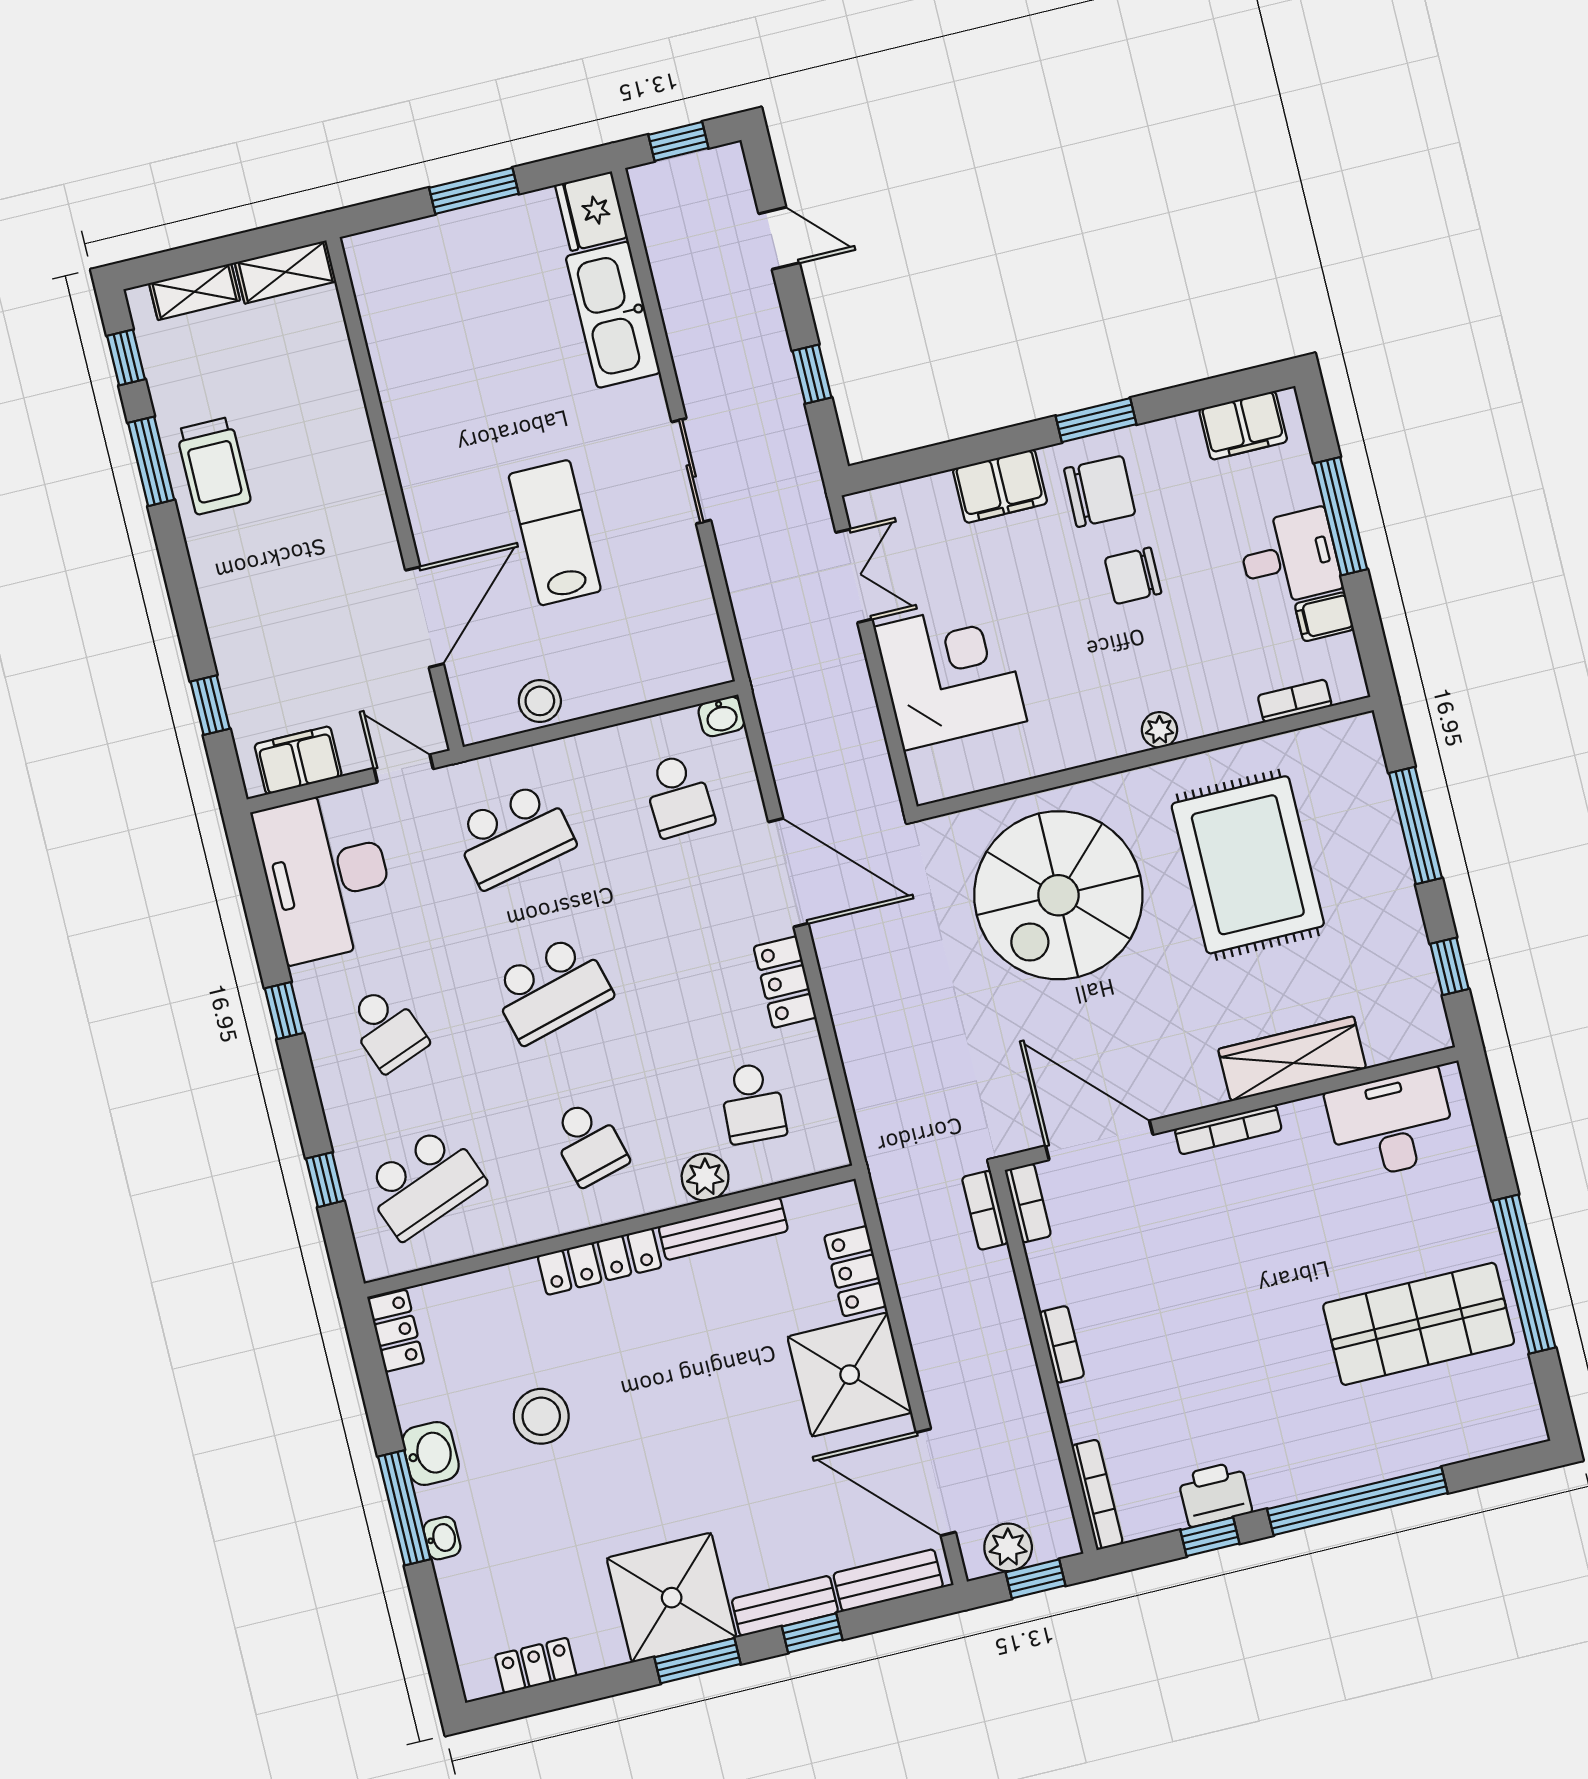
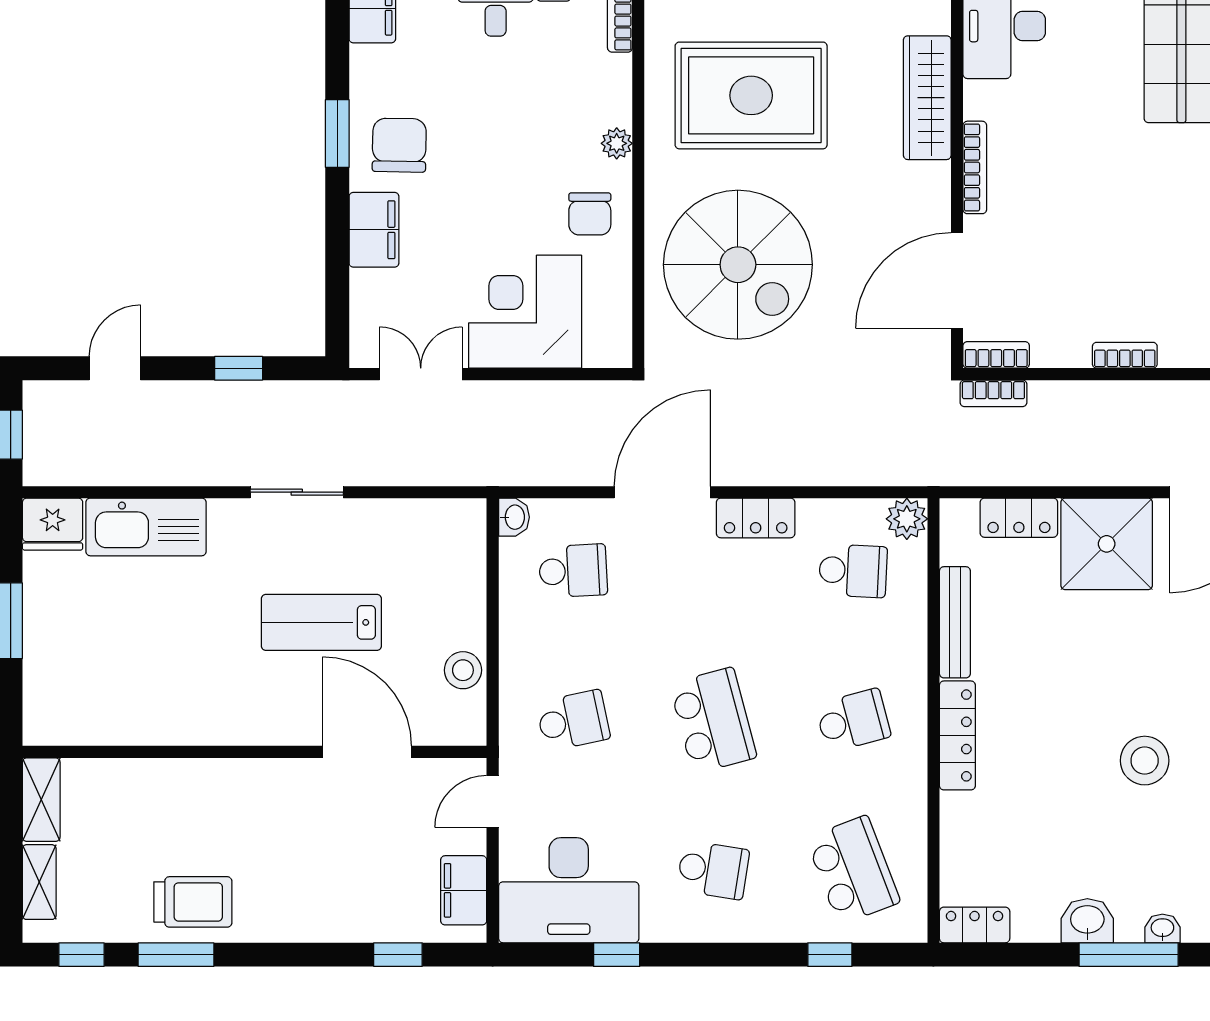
chair: (1133, 576) -> (590, 214), moved
school desk: (514, 835) -> (573, 720), width x0.54
window: (284, 1011) -> (617, 955), moved
school desk: (387, 1029) -> (713, 870), turned 30
plant: (705, 1177) -> (907, 519), moved
stool: (541, 1416) -> (1145, 761), moved

